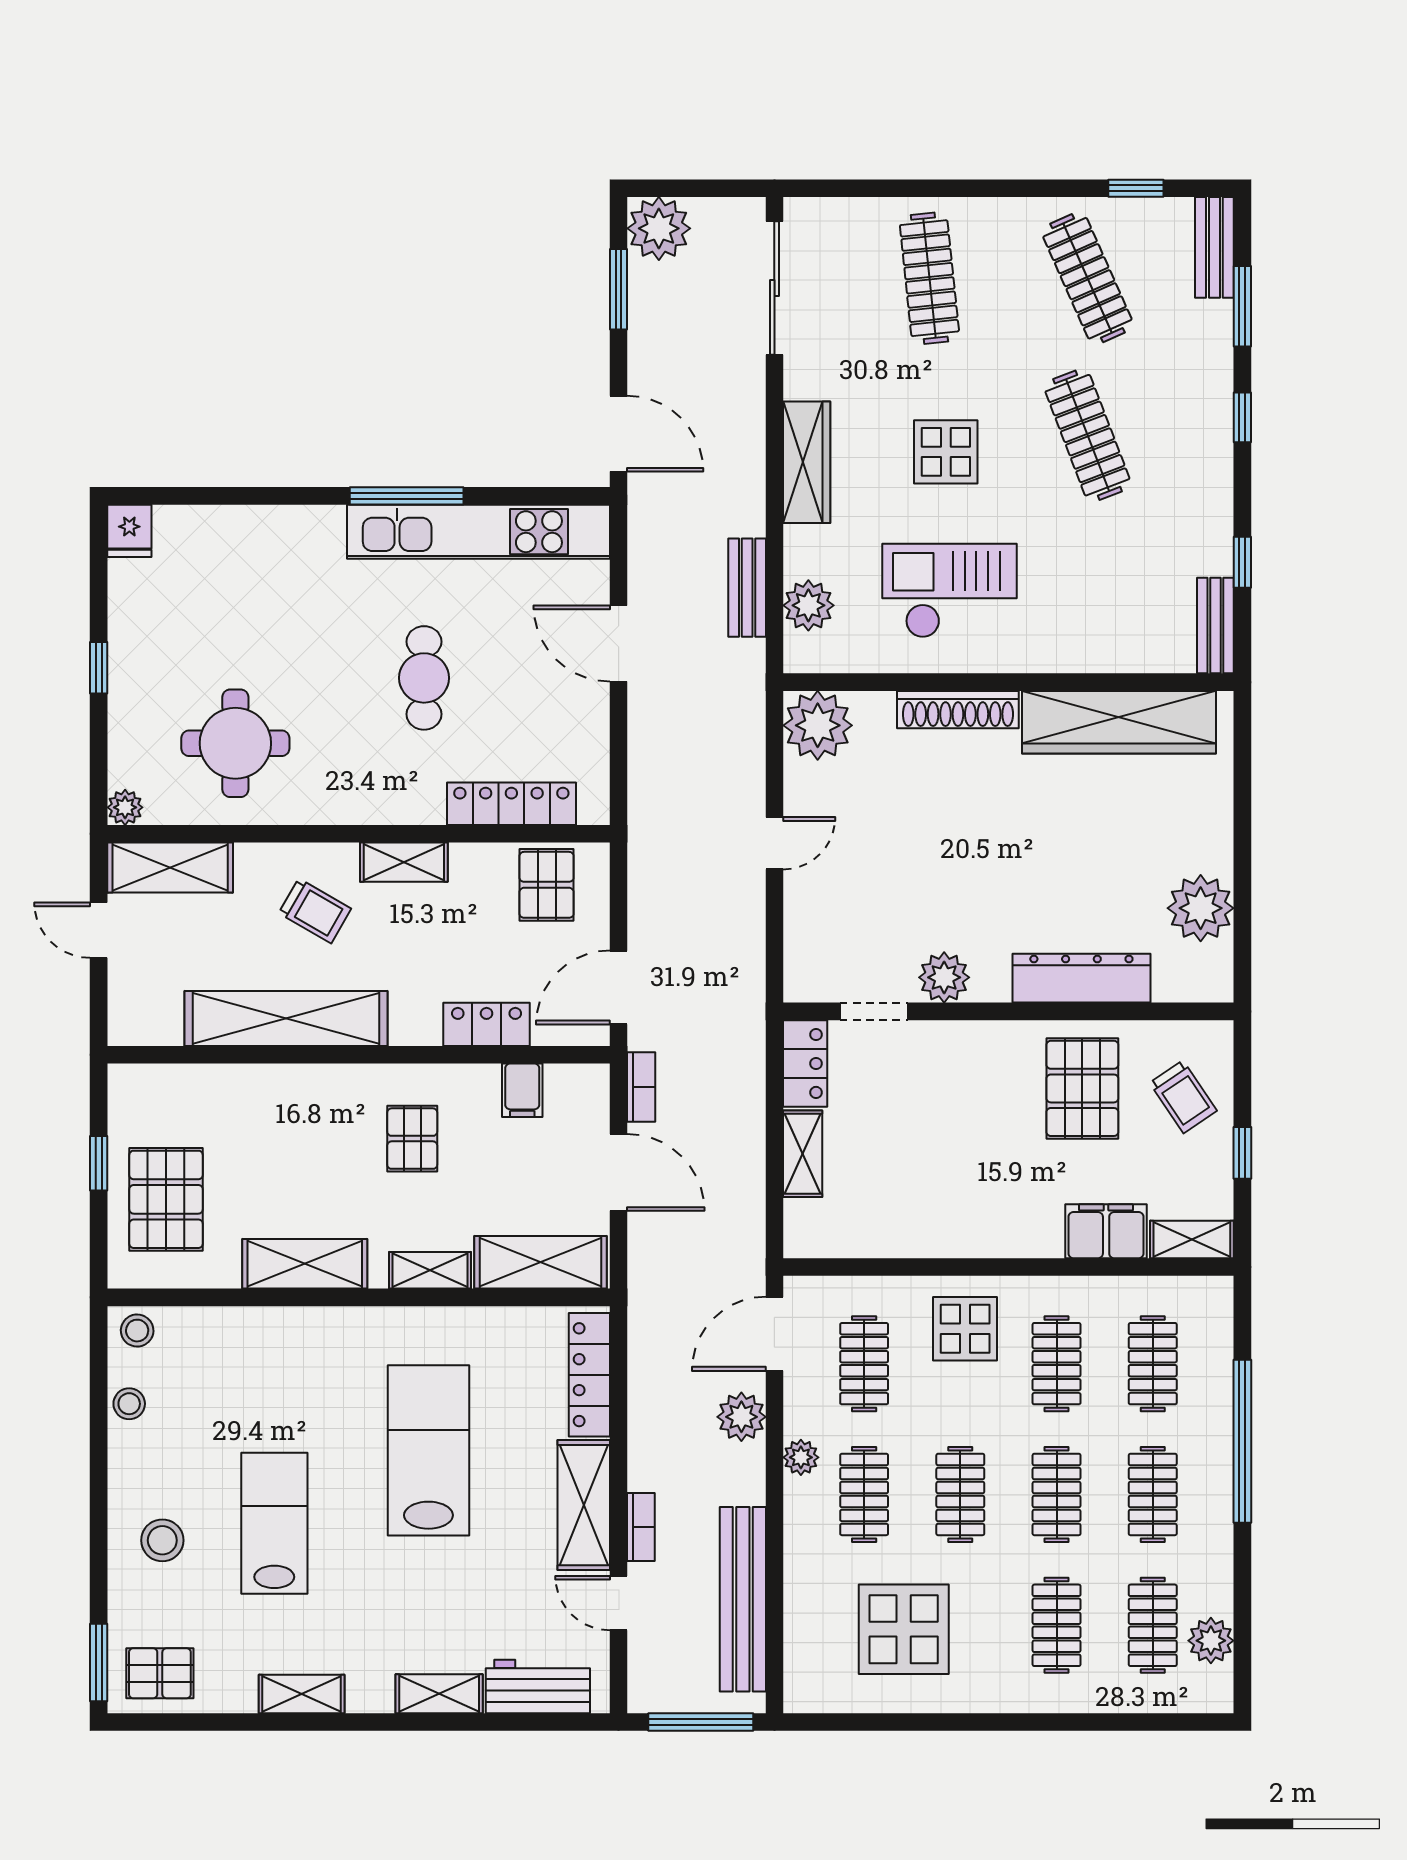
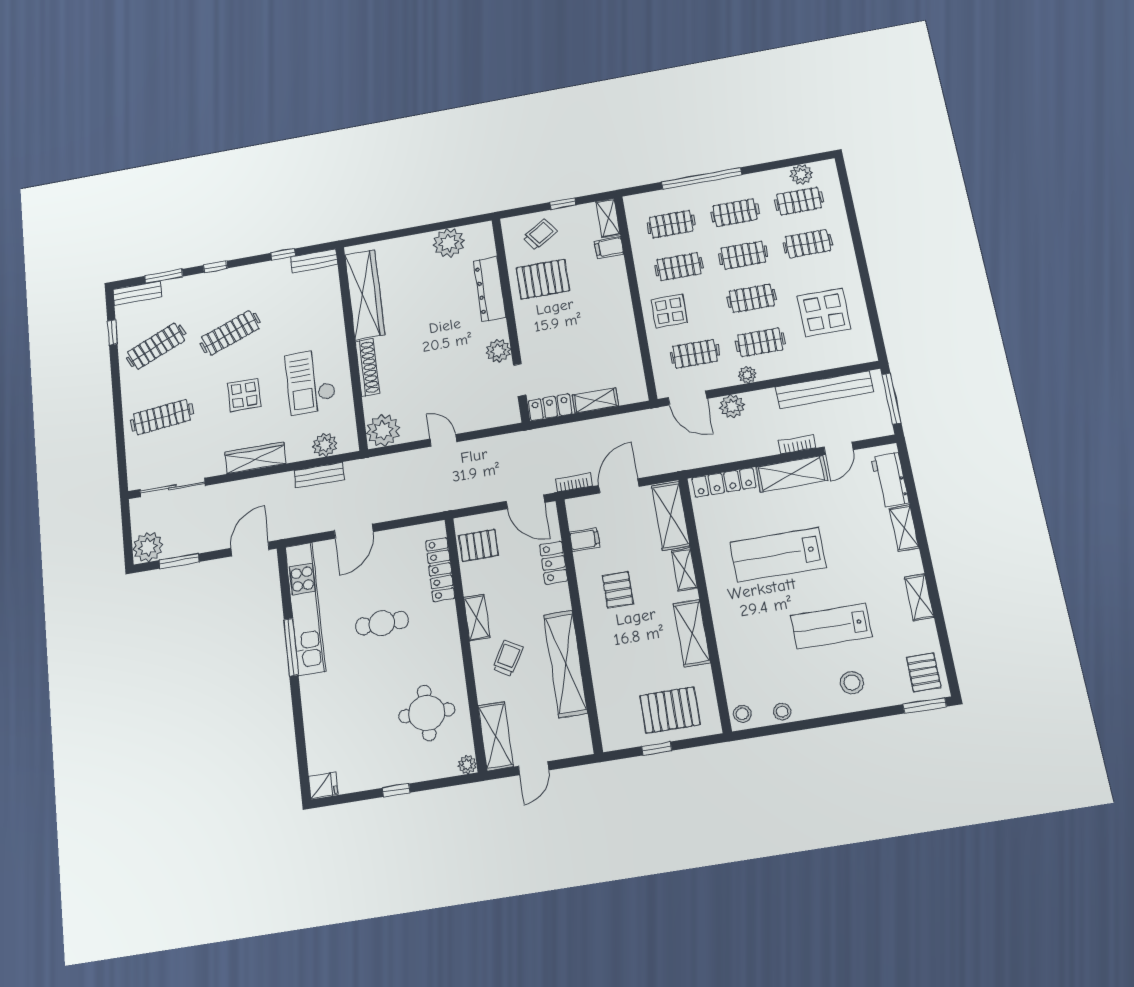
pallet: (412, 1139) -> (618, 590), turned 90
filing cabinet: (1106, 1231) -> (609, 247), width x0.50

